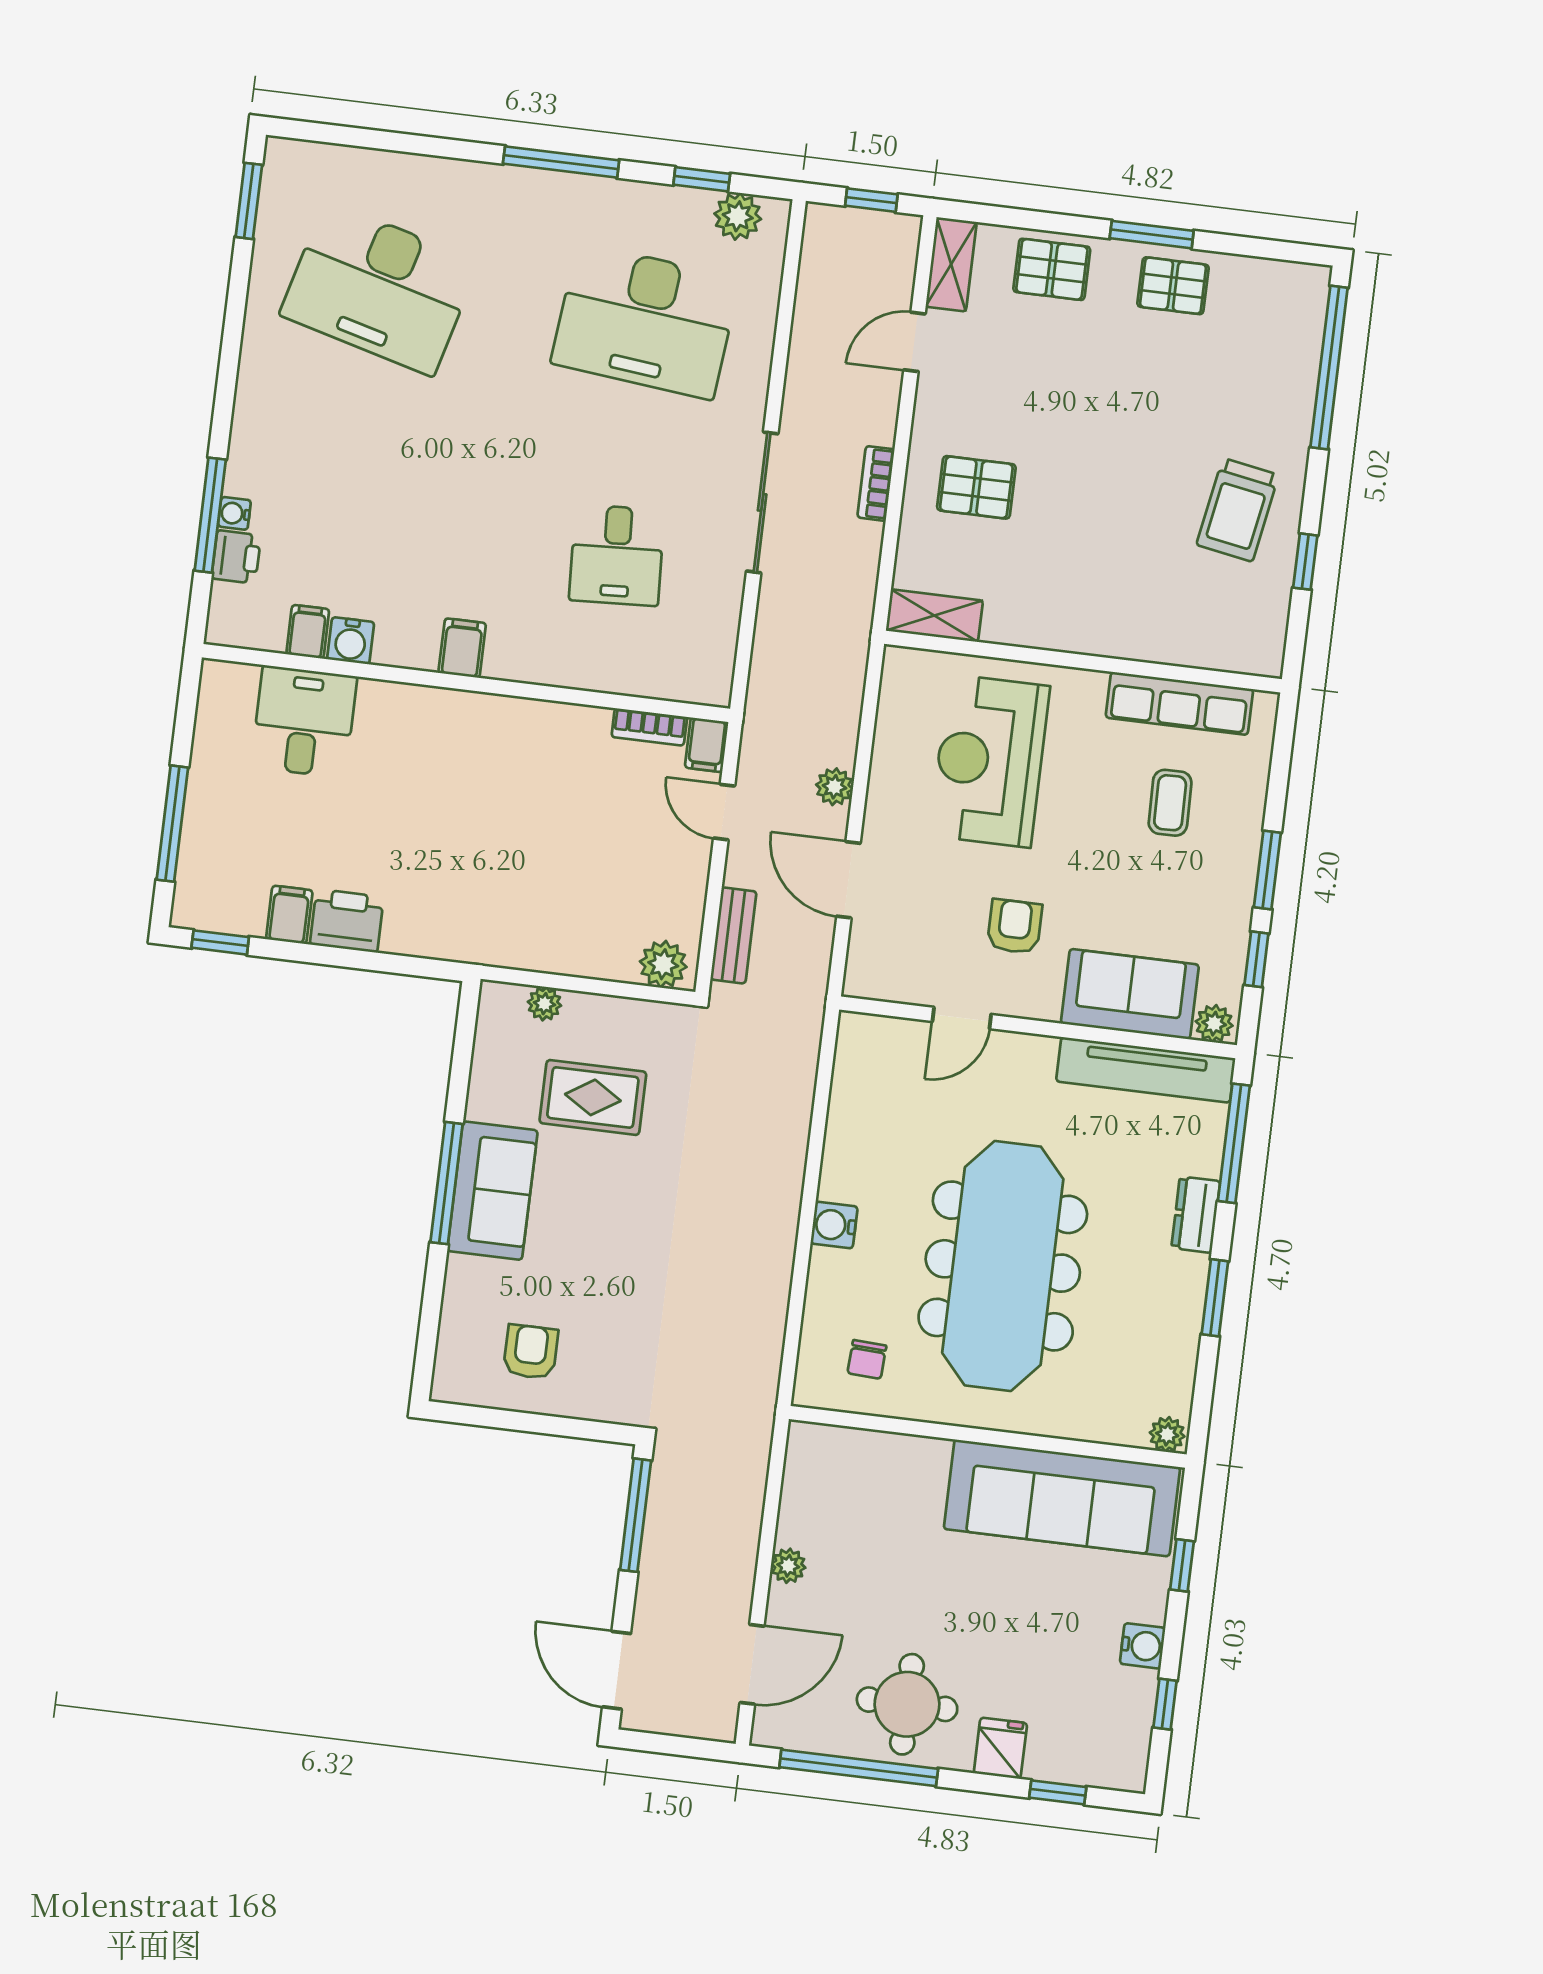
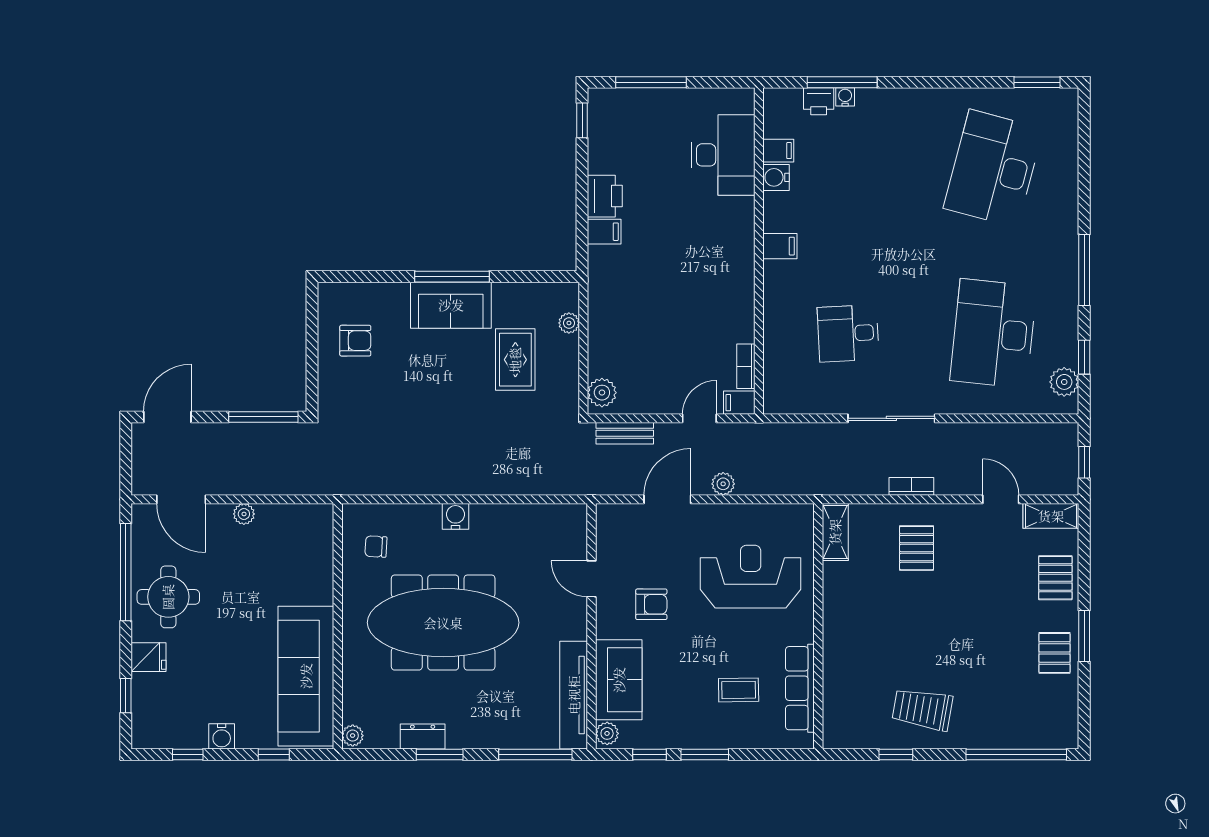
desk: (304, 722) -> (723, 155), width x1.37
filing cabinet: (289, 915) -> (604, 232), moved
dresser: (1196, 1215) -> (423, 737), moved

